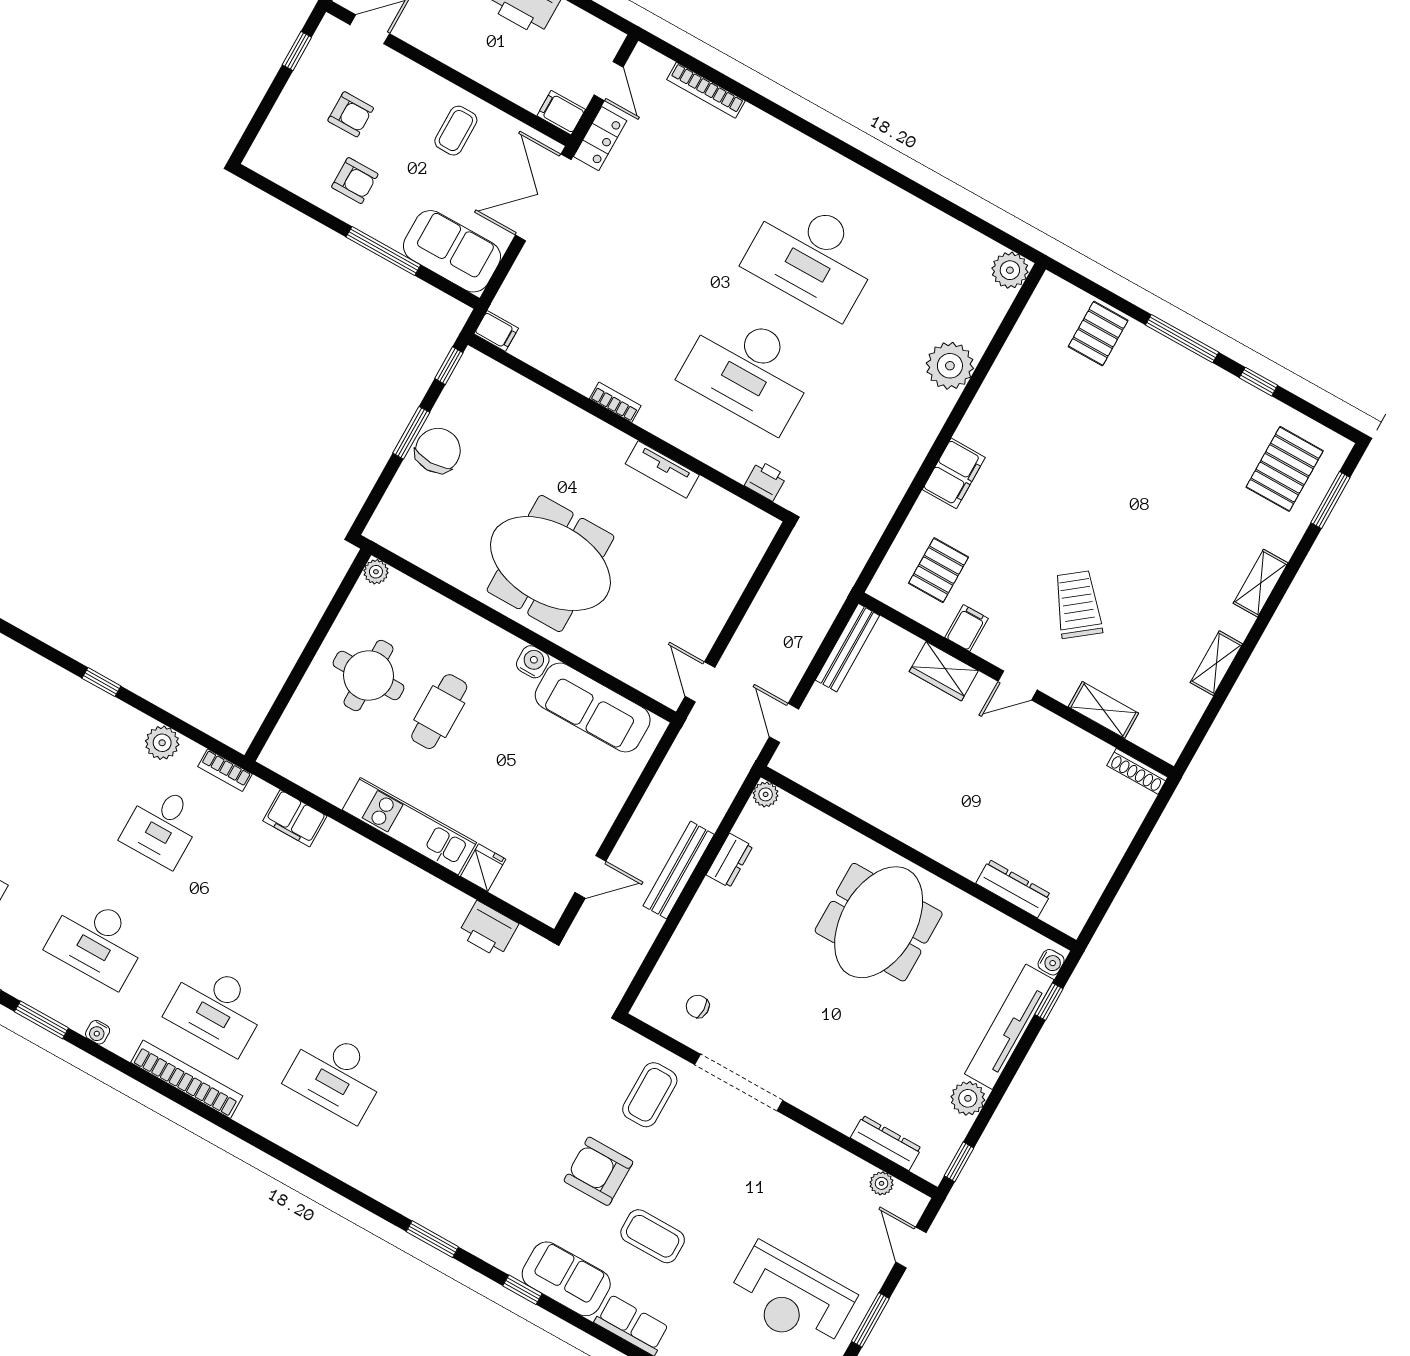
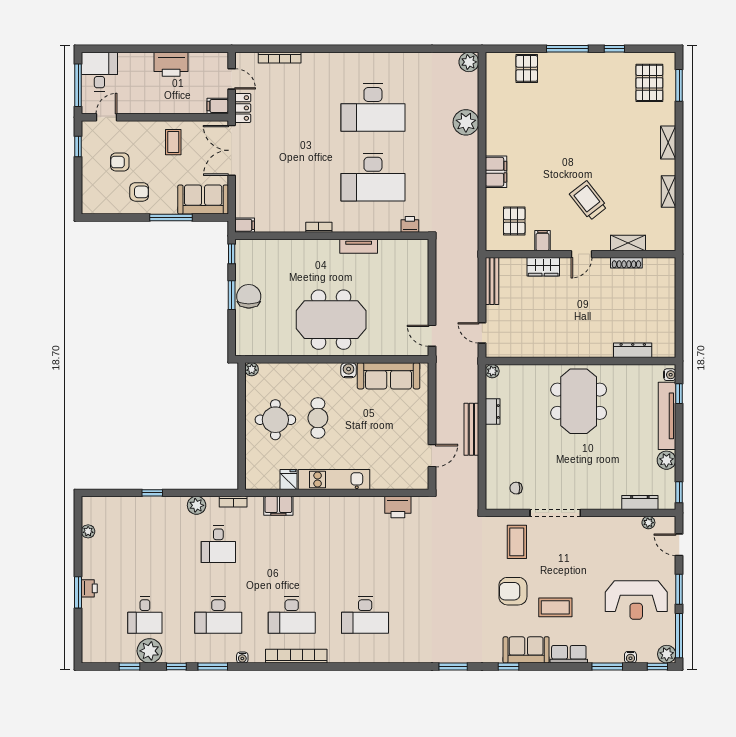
armchair: (351, 114) -> (120, 162), turned 180
shoe rack: (1137, 771) -> (626, 263), moved
fridge: (483, 868) -> (289, 480), moved

